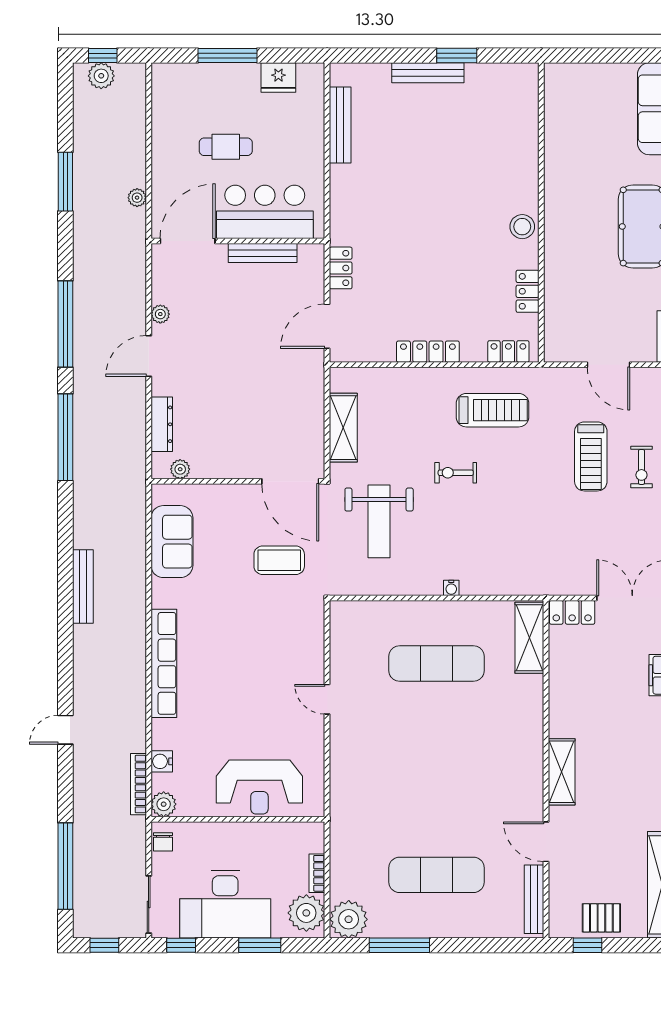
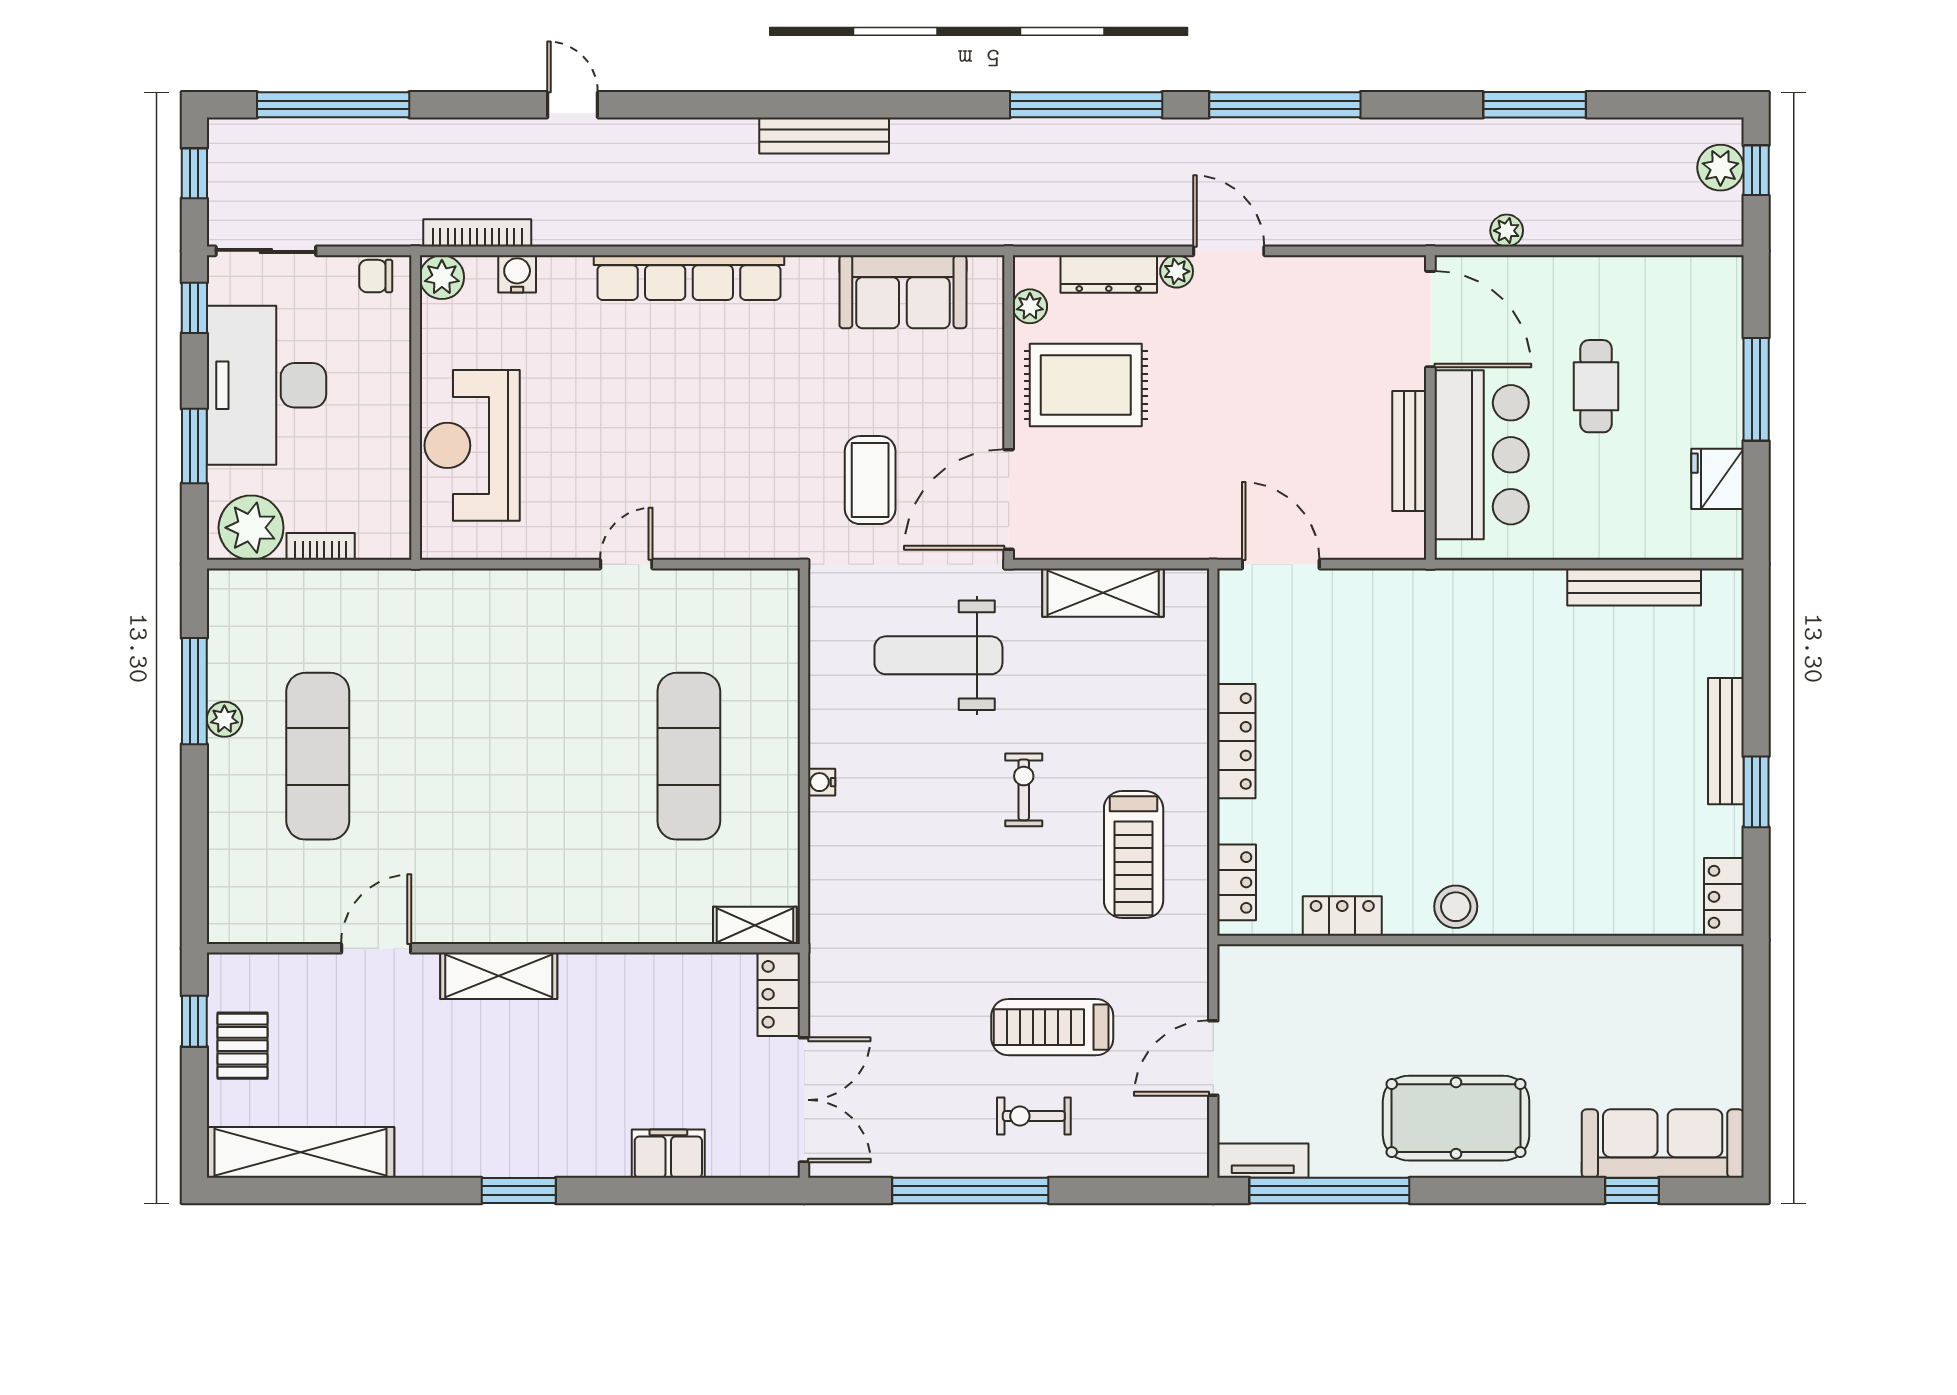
locker: (341, 268) -> (1724, 897), moved, turned 90
plant: (160, 314) -> (1177, 271), moved
rug: (225, 437) -> (1086, 385), added
shelving: (529, 638) -> (755, 925), width x0.67, depth x0.75
bench: (534, 899) -> (275, 927), removed
plant: (349, 919) -> (224, 719), moved, width x0.53, depth x0.53

